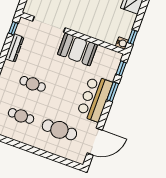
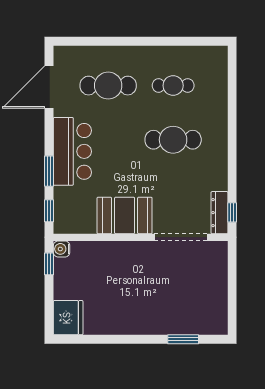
dresser: (15, 48) -> (219, 213), moved
cafe table: (33, 84) -> (173, 140), width x1.37, depth x1.35

